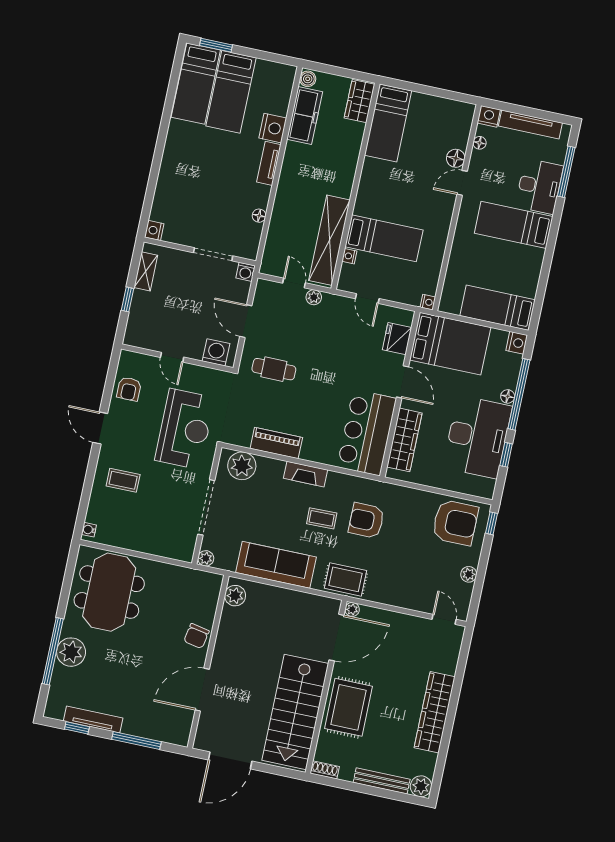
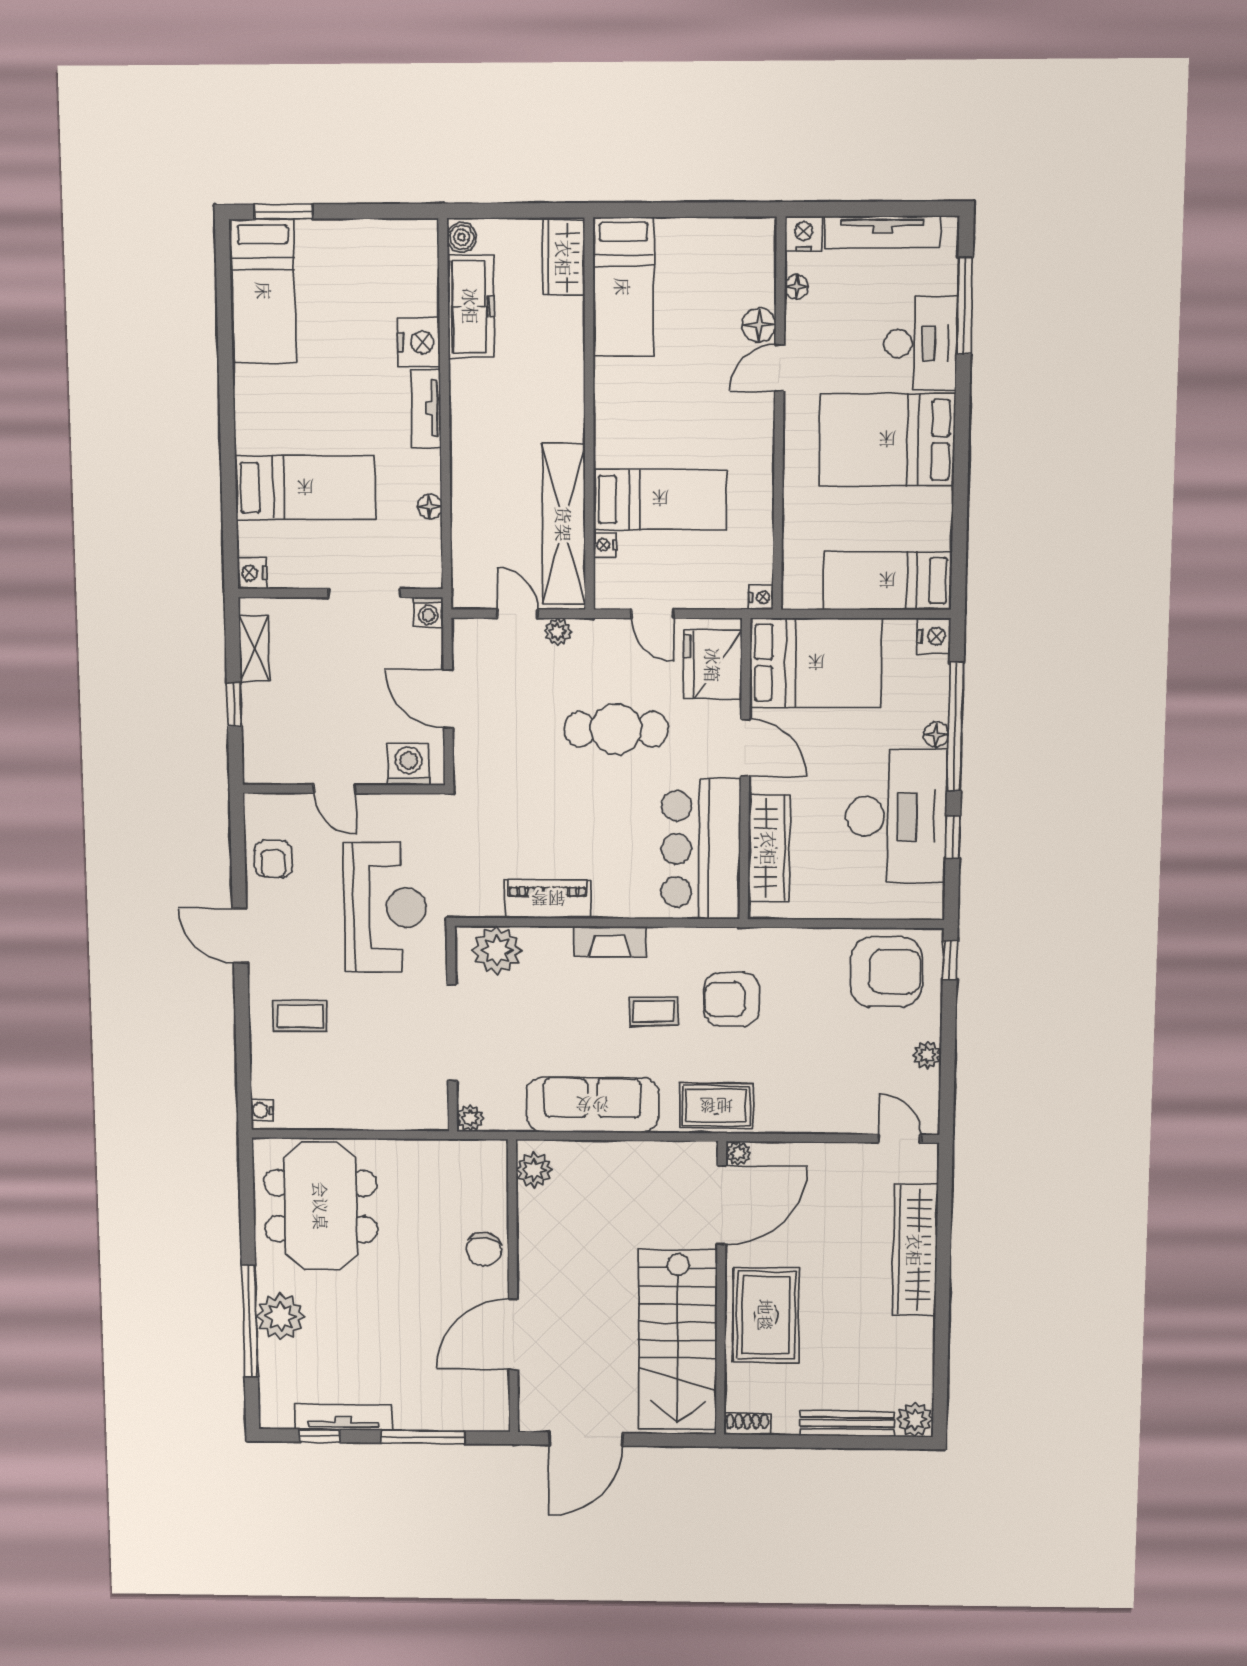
bed: (231, 92) -> (305, 488), moved, turned -90
bed: (514, 225) -> (887, 440), width x1.50
fridge: (397, 339) -> (713, 665), width x1.36, depth x1.34
cafe table: (274, 369) -> (616, 729), moved, width x1.37, depth x1.35
wardrobe: (435, 712) -> (915, 1250), moved

